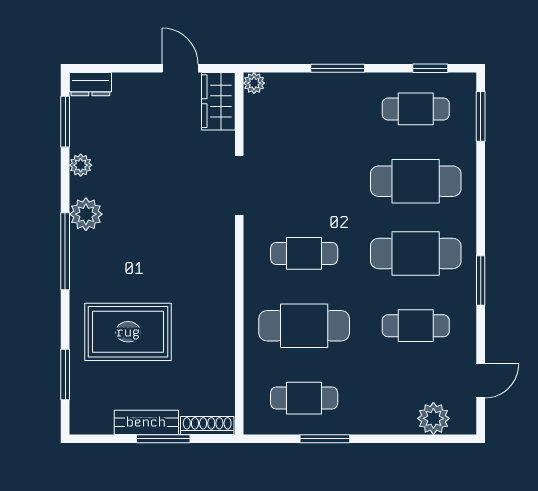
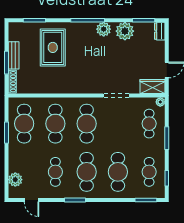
cafe table: (304, 109) -> (149, 124), added
plant: (81, 165) -> (125, 31), width x1.88, depth x1.88
cafe table: (304, 253) -> (87, 124), width x1.37, depth x1.35
cafe table: (304, 398) -> (24, 124), width x1.37, depth x1.35

